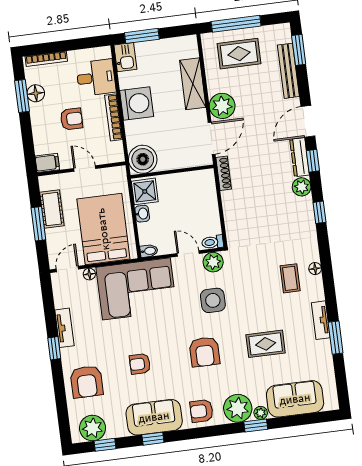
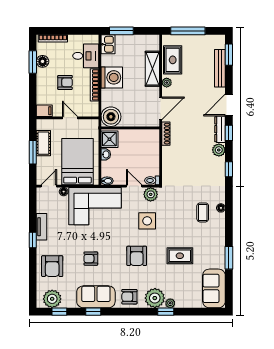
rug: (239, 54) -> (173, 60), moved, turned 90
plant: (222, 106) -> (167, 83), width x0.53, depth x0.53
tv unit: (321, 320) -> (220, 244), removed
sofa: (295, 399) -> (214, 288), moved, turned -90

